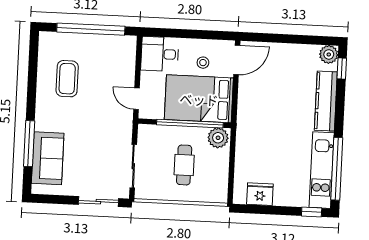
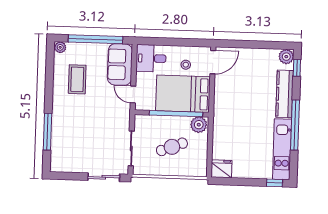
plant: (46, 38) -> (60, 47), added
sofa: (48, 158) -> (120, 64), moved, turned 180
cafe table: (184, 165) -> (172, 147), turned 69
window: (337, 169) -> (295, 125), moved
fridge: (260, 194) -> (222, 169), moved

